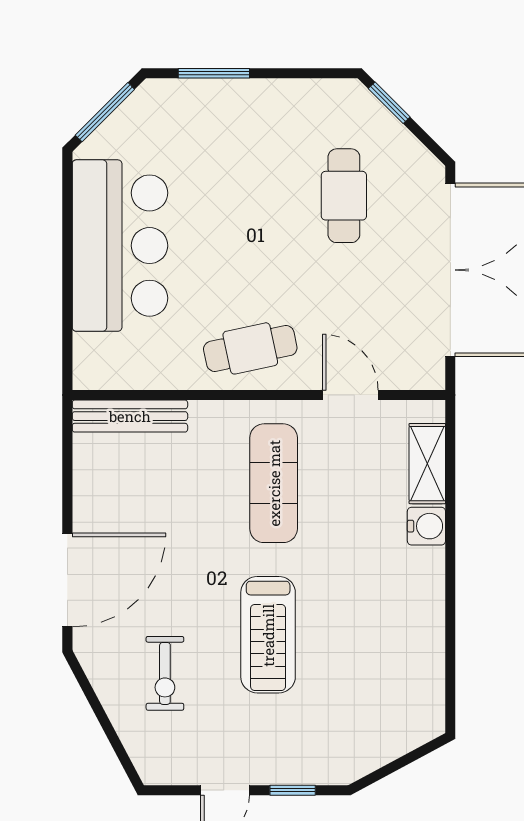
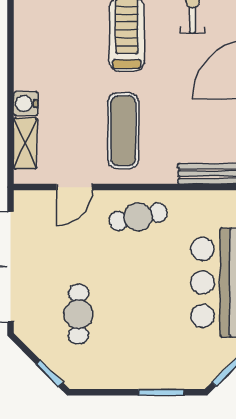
door: (350, 395) -> (74, 187), hinge flipped

